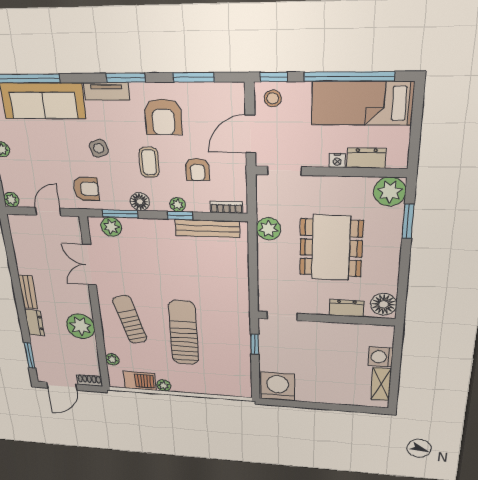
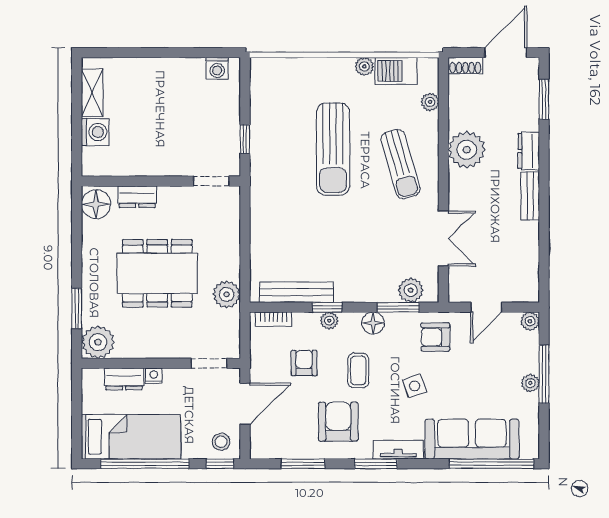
dining table: (331, 248) -> (157, 273), turned 90
washing machine: (278, 386) -> (217, 68), width x0.53, depth x0.53

